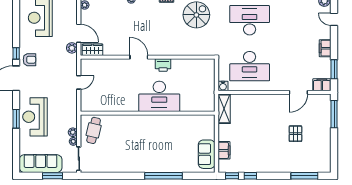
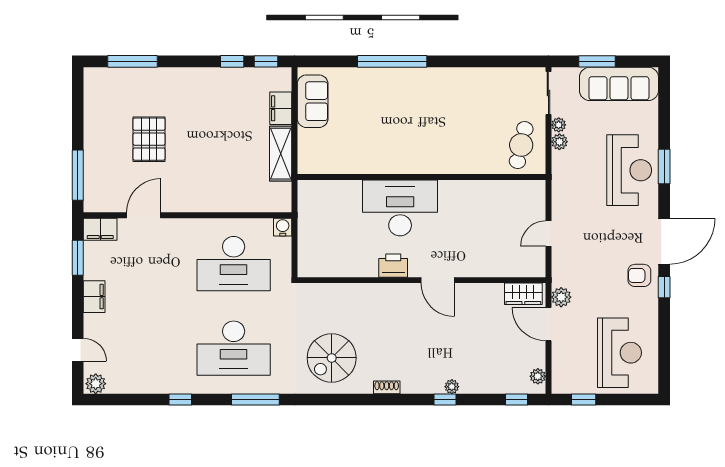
desk: (250, 66) -> (234, 264), turned 180
shelving: (224, 109) -> (281, 154), moved
pallet: (295, 134) -> (149, 139), width x1.50, depth x1.42

